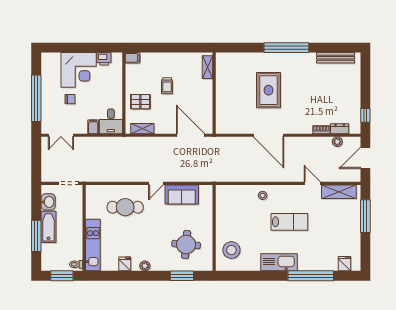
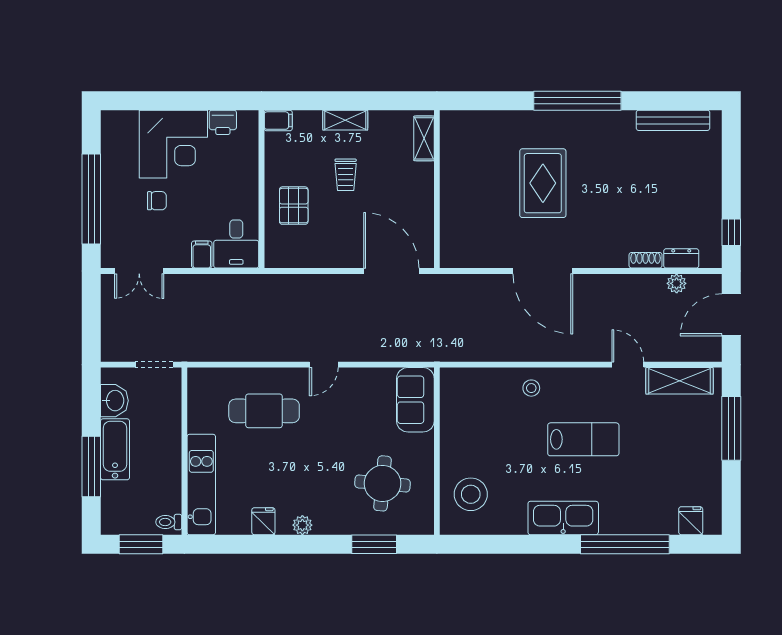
pallet: (140, 102) -> (294, 206), turned 90
shelving: (142, 129) -> (345, 120), moved
sofa: (182, 194) -> (415, 400), moved, turned 90

